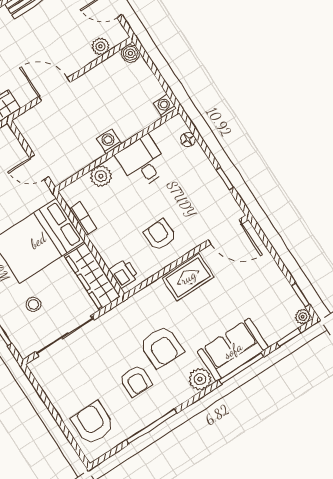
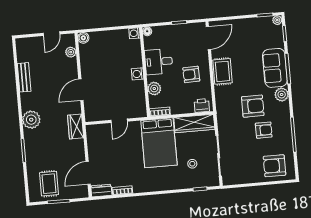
washing machine: (165, 106) -> (135, 33), moved
washing machine: (109, 141) -> (138, 74), moved
wall: (117, 150) -> (145, 72), moved
desk: (143, 162) -> (159, 62), moved
plant: (101, 176) -> (154, 89), moved

